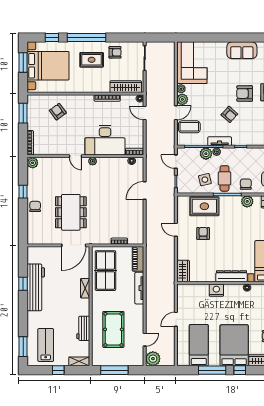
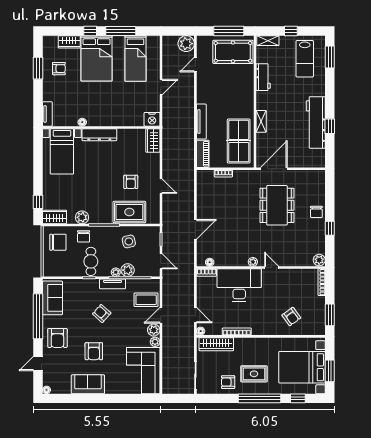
armchair: (245, 94) -> (94, 351), moved, turned 90
cafe table: (224, 178) -> (91, 261), moved
nightstand: (216, 290) -> (152, 119), moved
pool table: (113, 329) -> (233, 52), moved, turned 90

